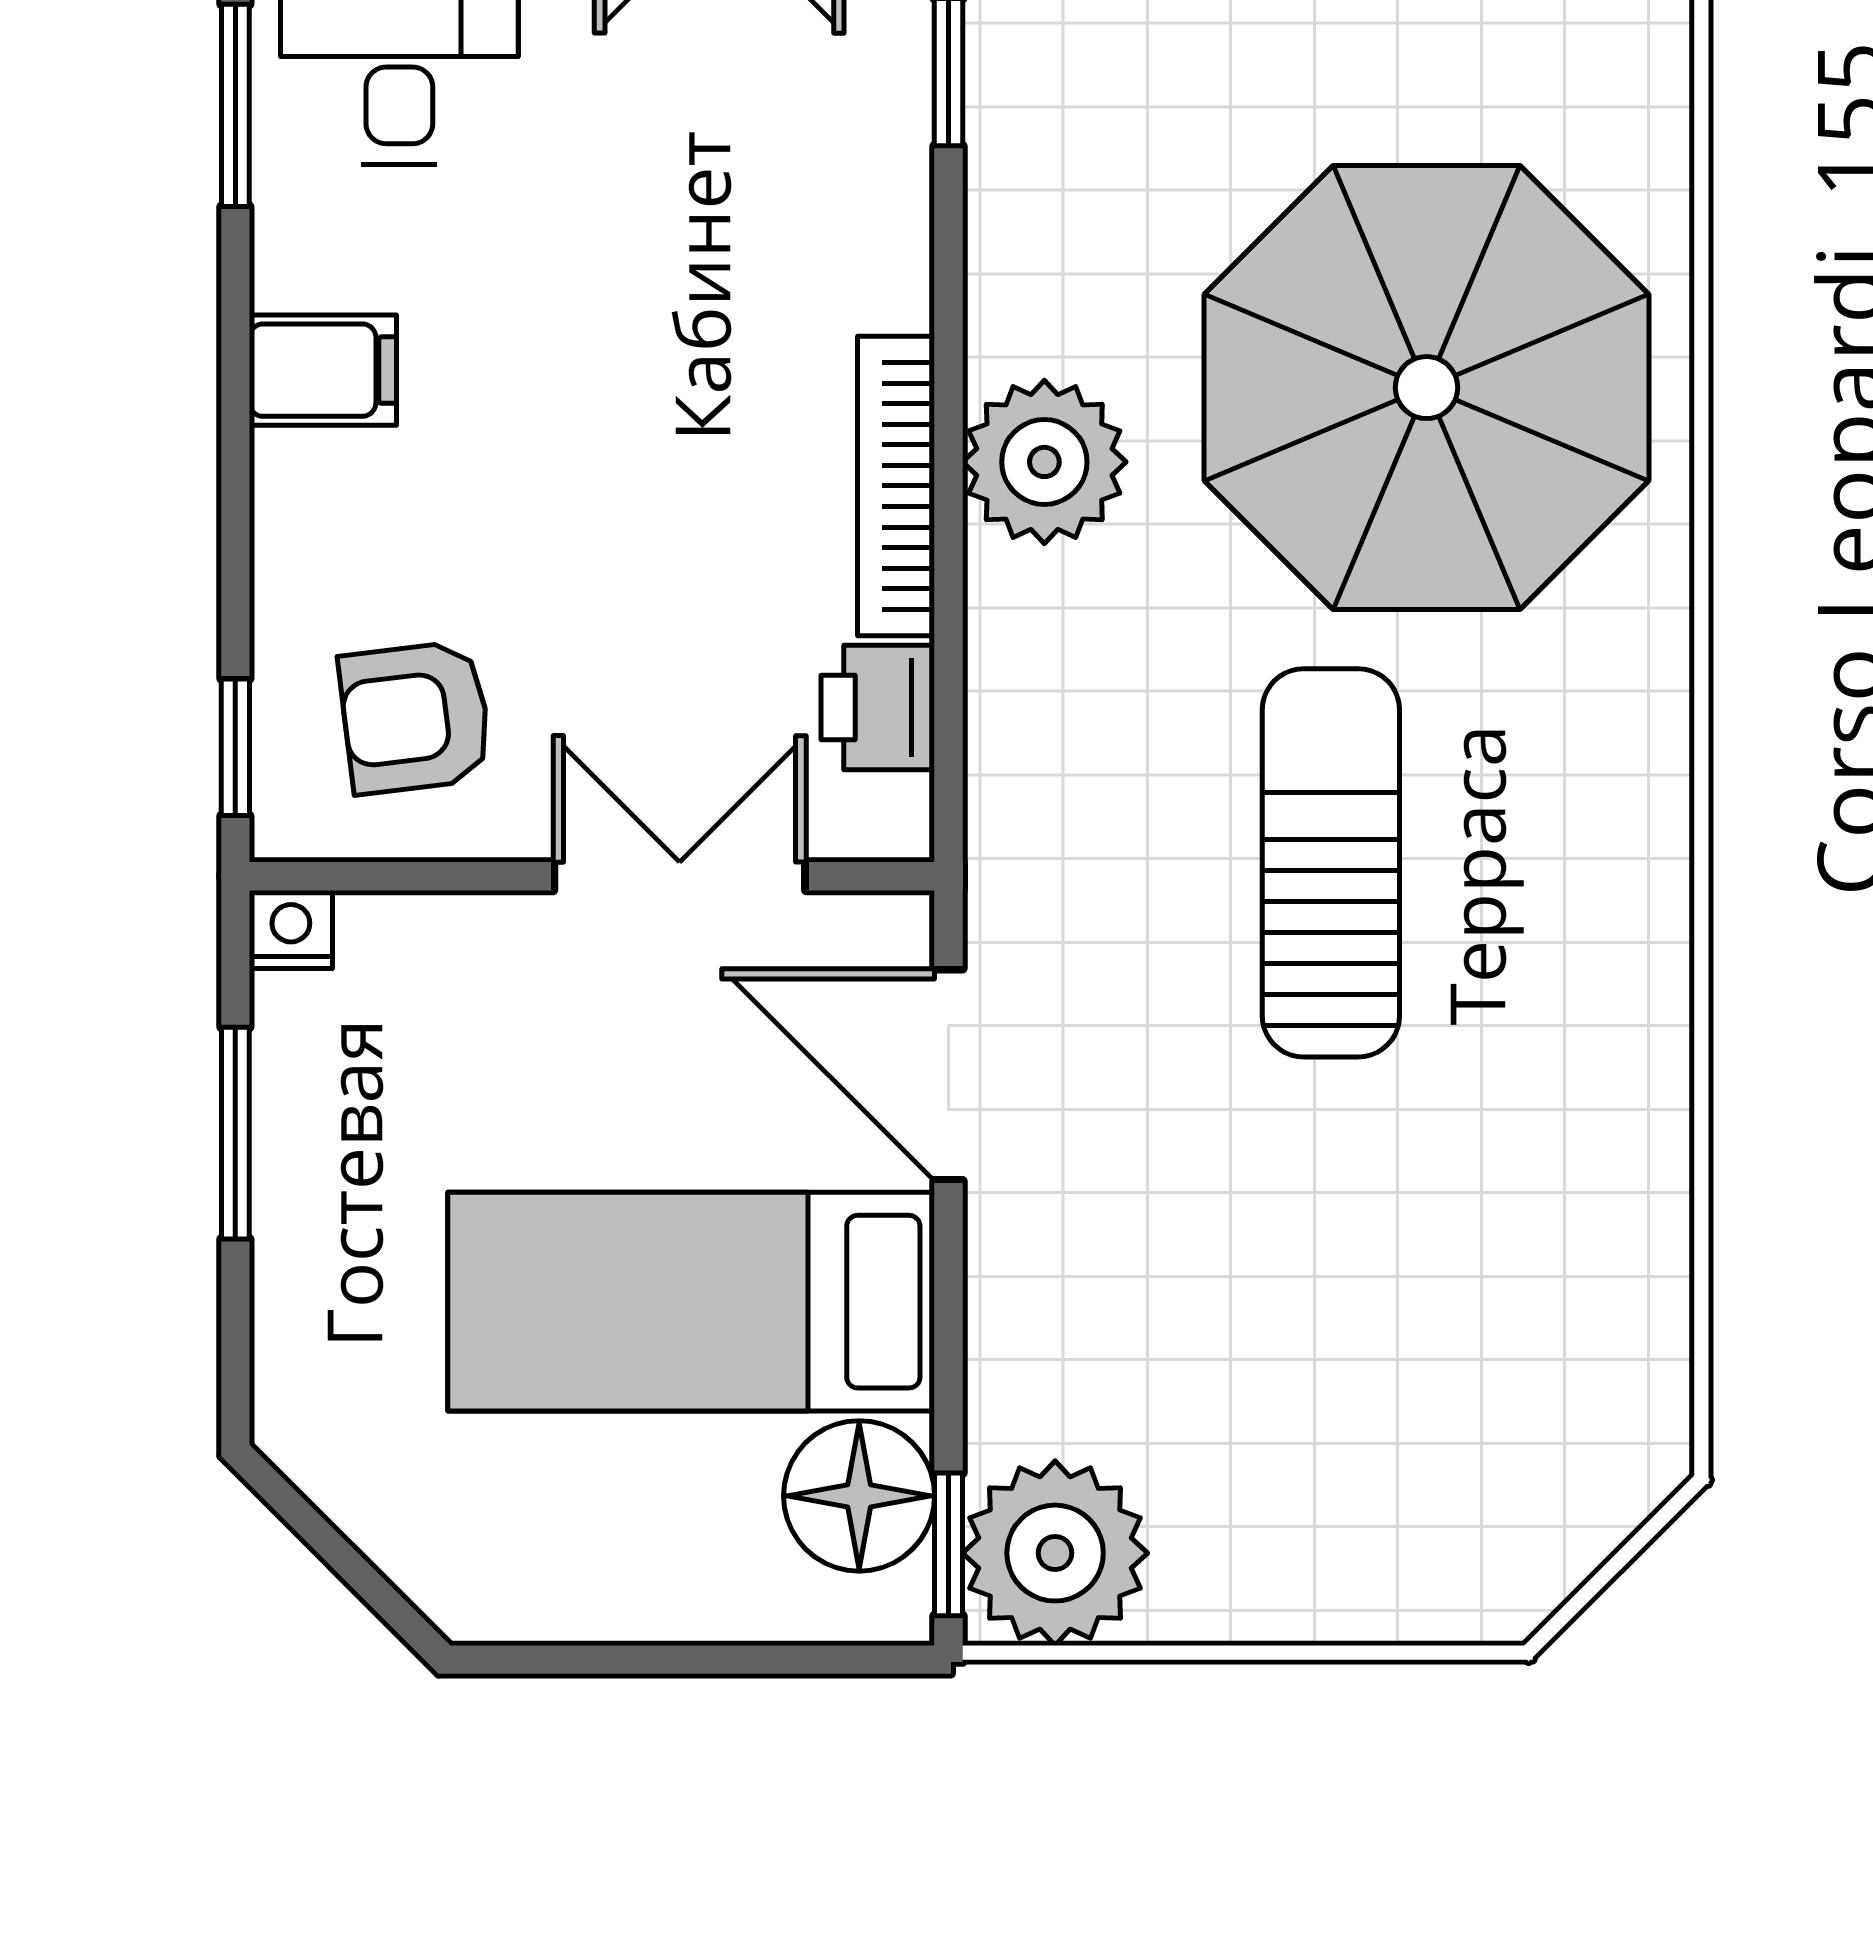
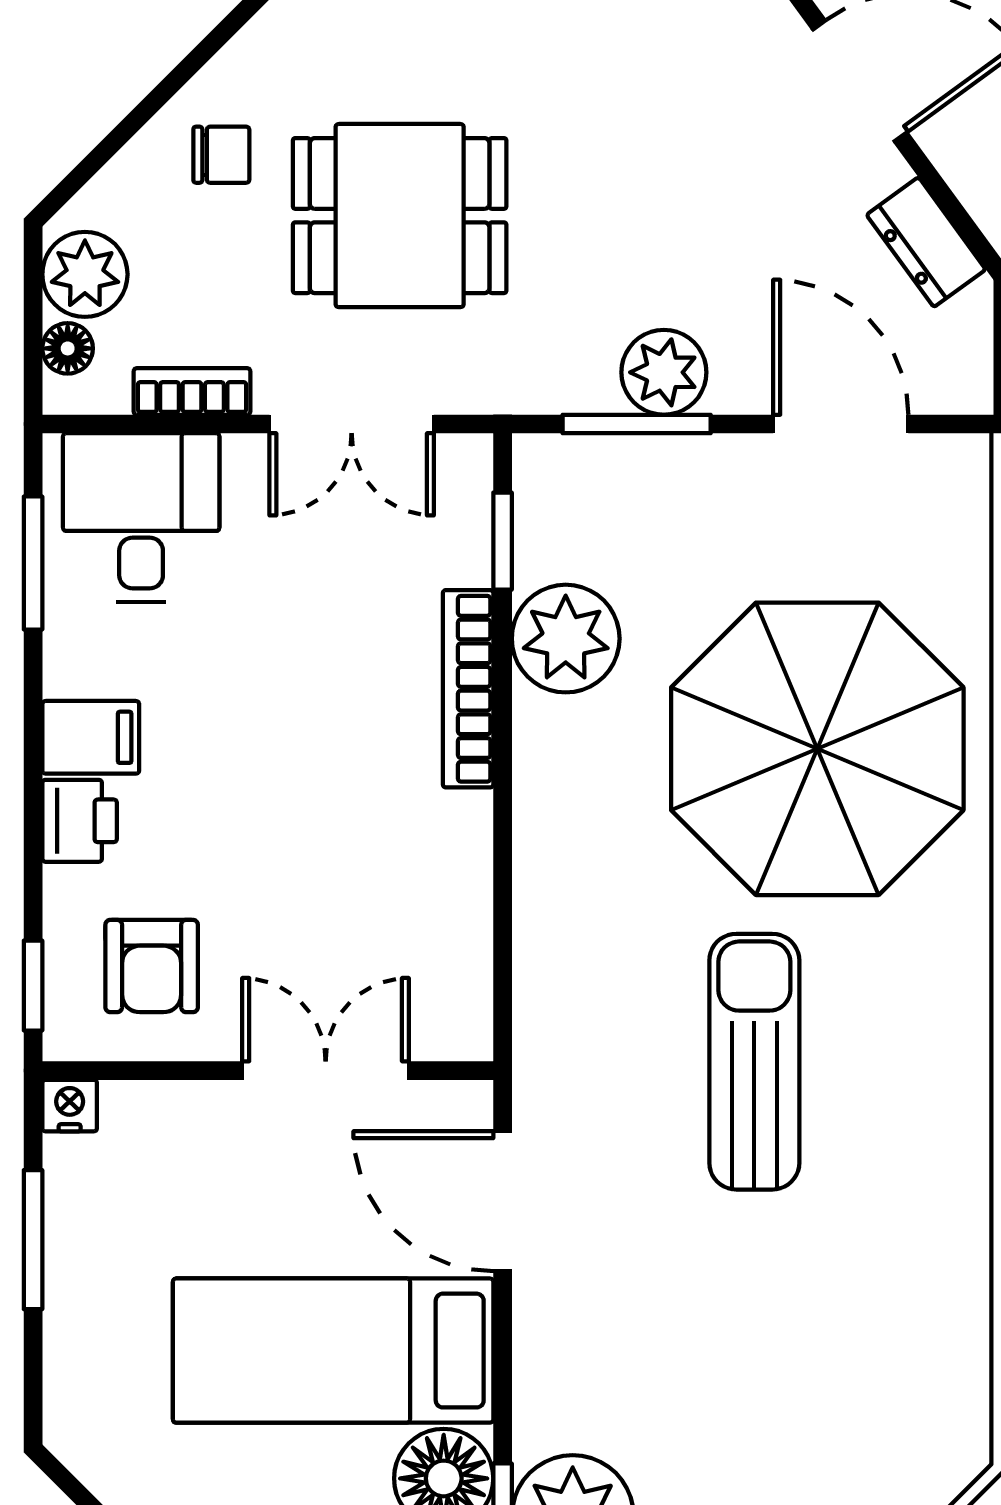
plant: (1044, 462) -> (566, 639), moved
bookcase: (896, 486) -> (468, 689), moved
printer: (878, 708) -> (80, 821), moved, turned 180
armchair: (415, 717) -> (152, 966), turned -83

